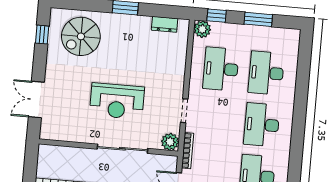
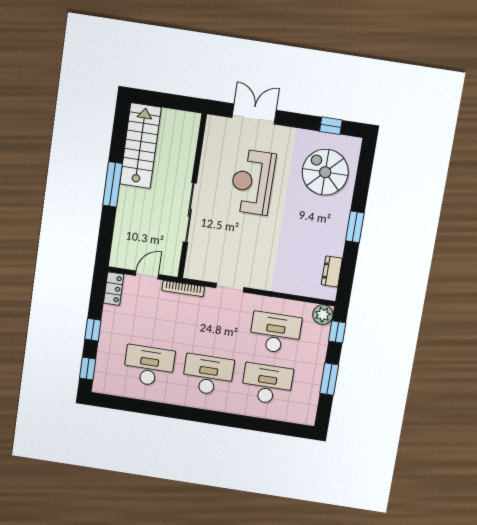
reception desk: (117, 101) -> (252, 182), moved
plant: (170, 142) -> (195, 269), removed

